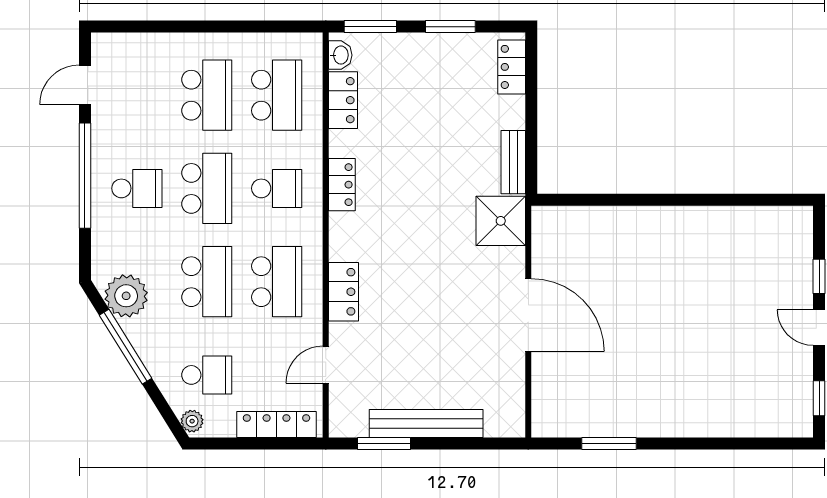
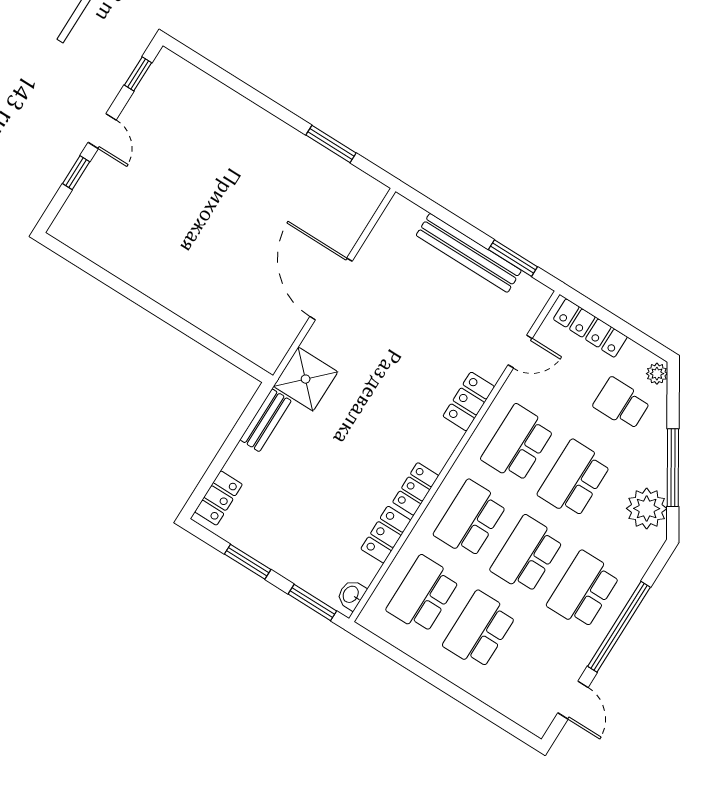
door: (85, 85) -> (573, 700), hinge flipped
locker: (343, 100) -> (386, 535), moved
school desk: (137, 188) -> (583, 590), width x1.85
school desk: (277, 188) -> (470, 519), width x1.85

